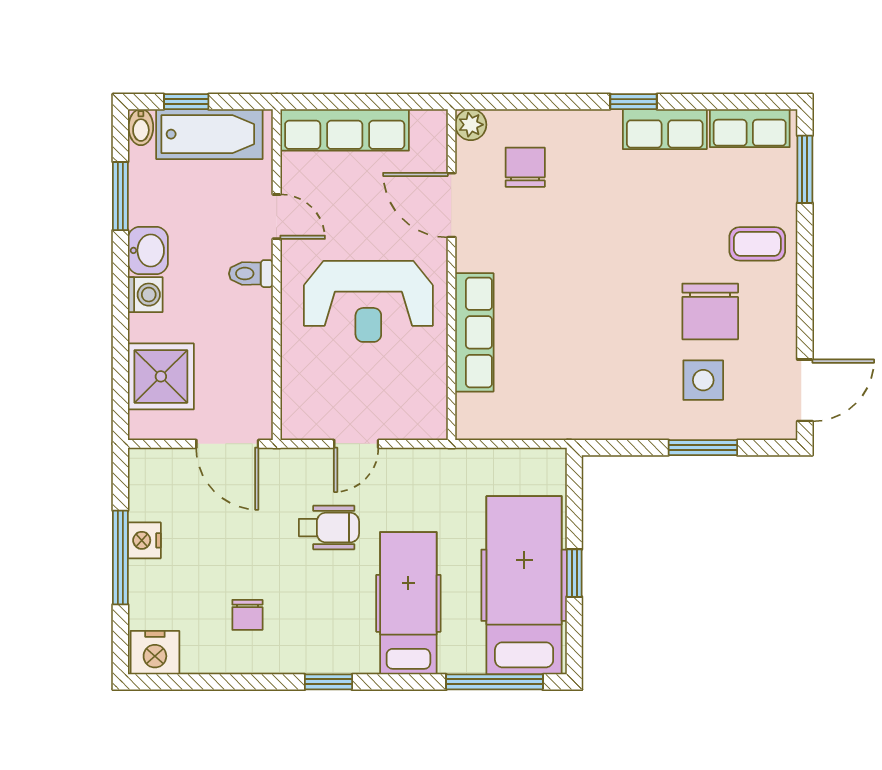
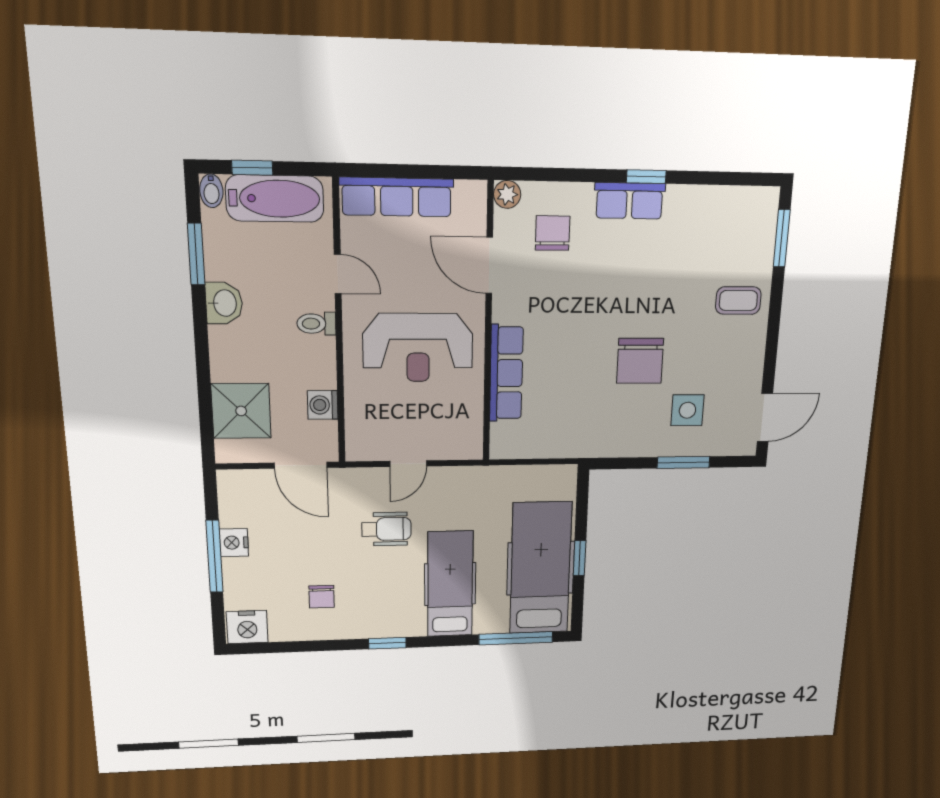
row of seats: (750, 128) -> (740, 202), removed
row of seats: (665, 129) -> (629, 201), moved
washing machine: (145, 295) -> (323, 405), moved, turned 180
chair: (710, 311) -> (640, 361), moved

